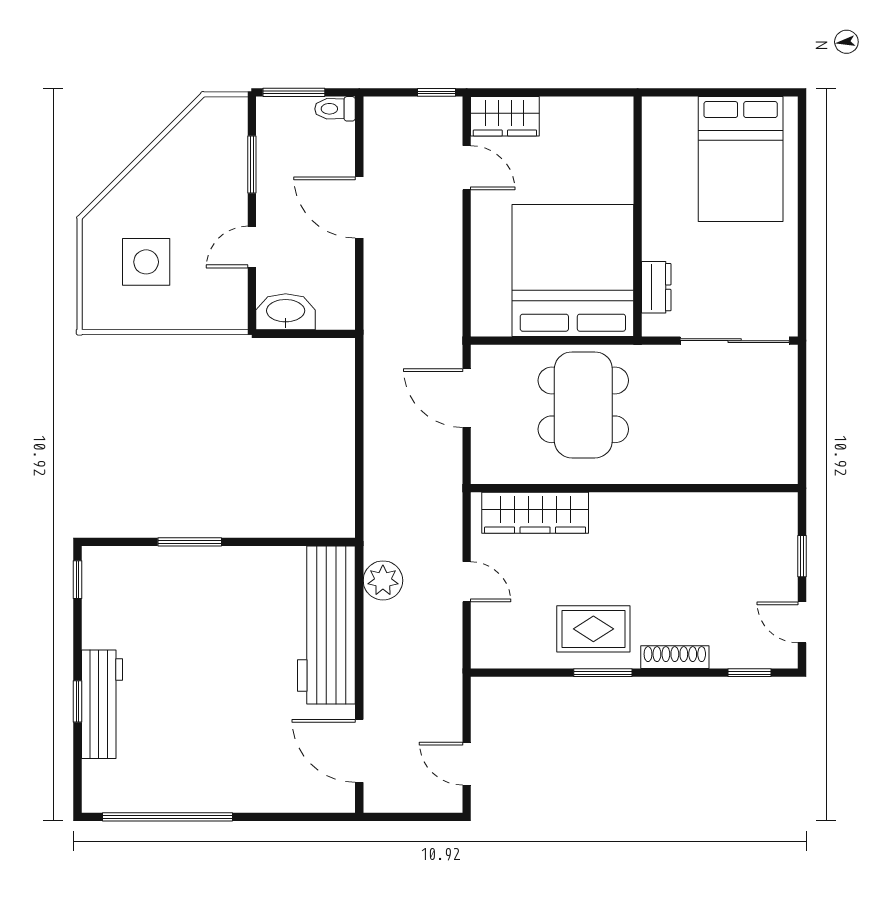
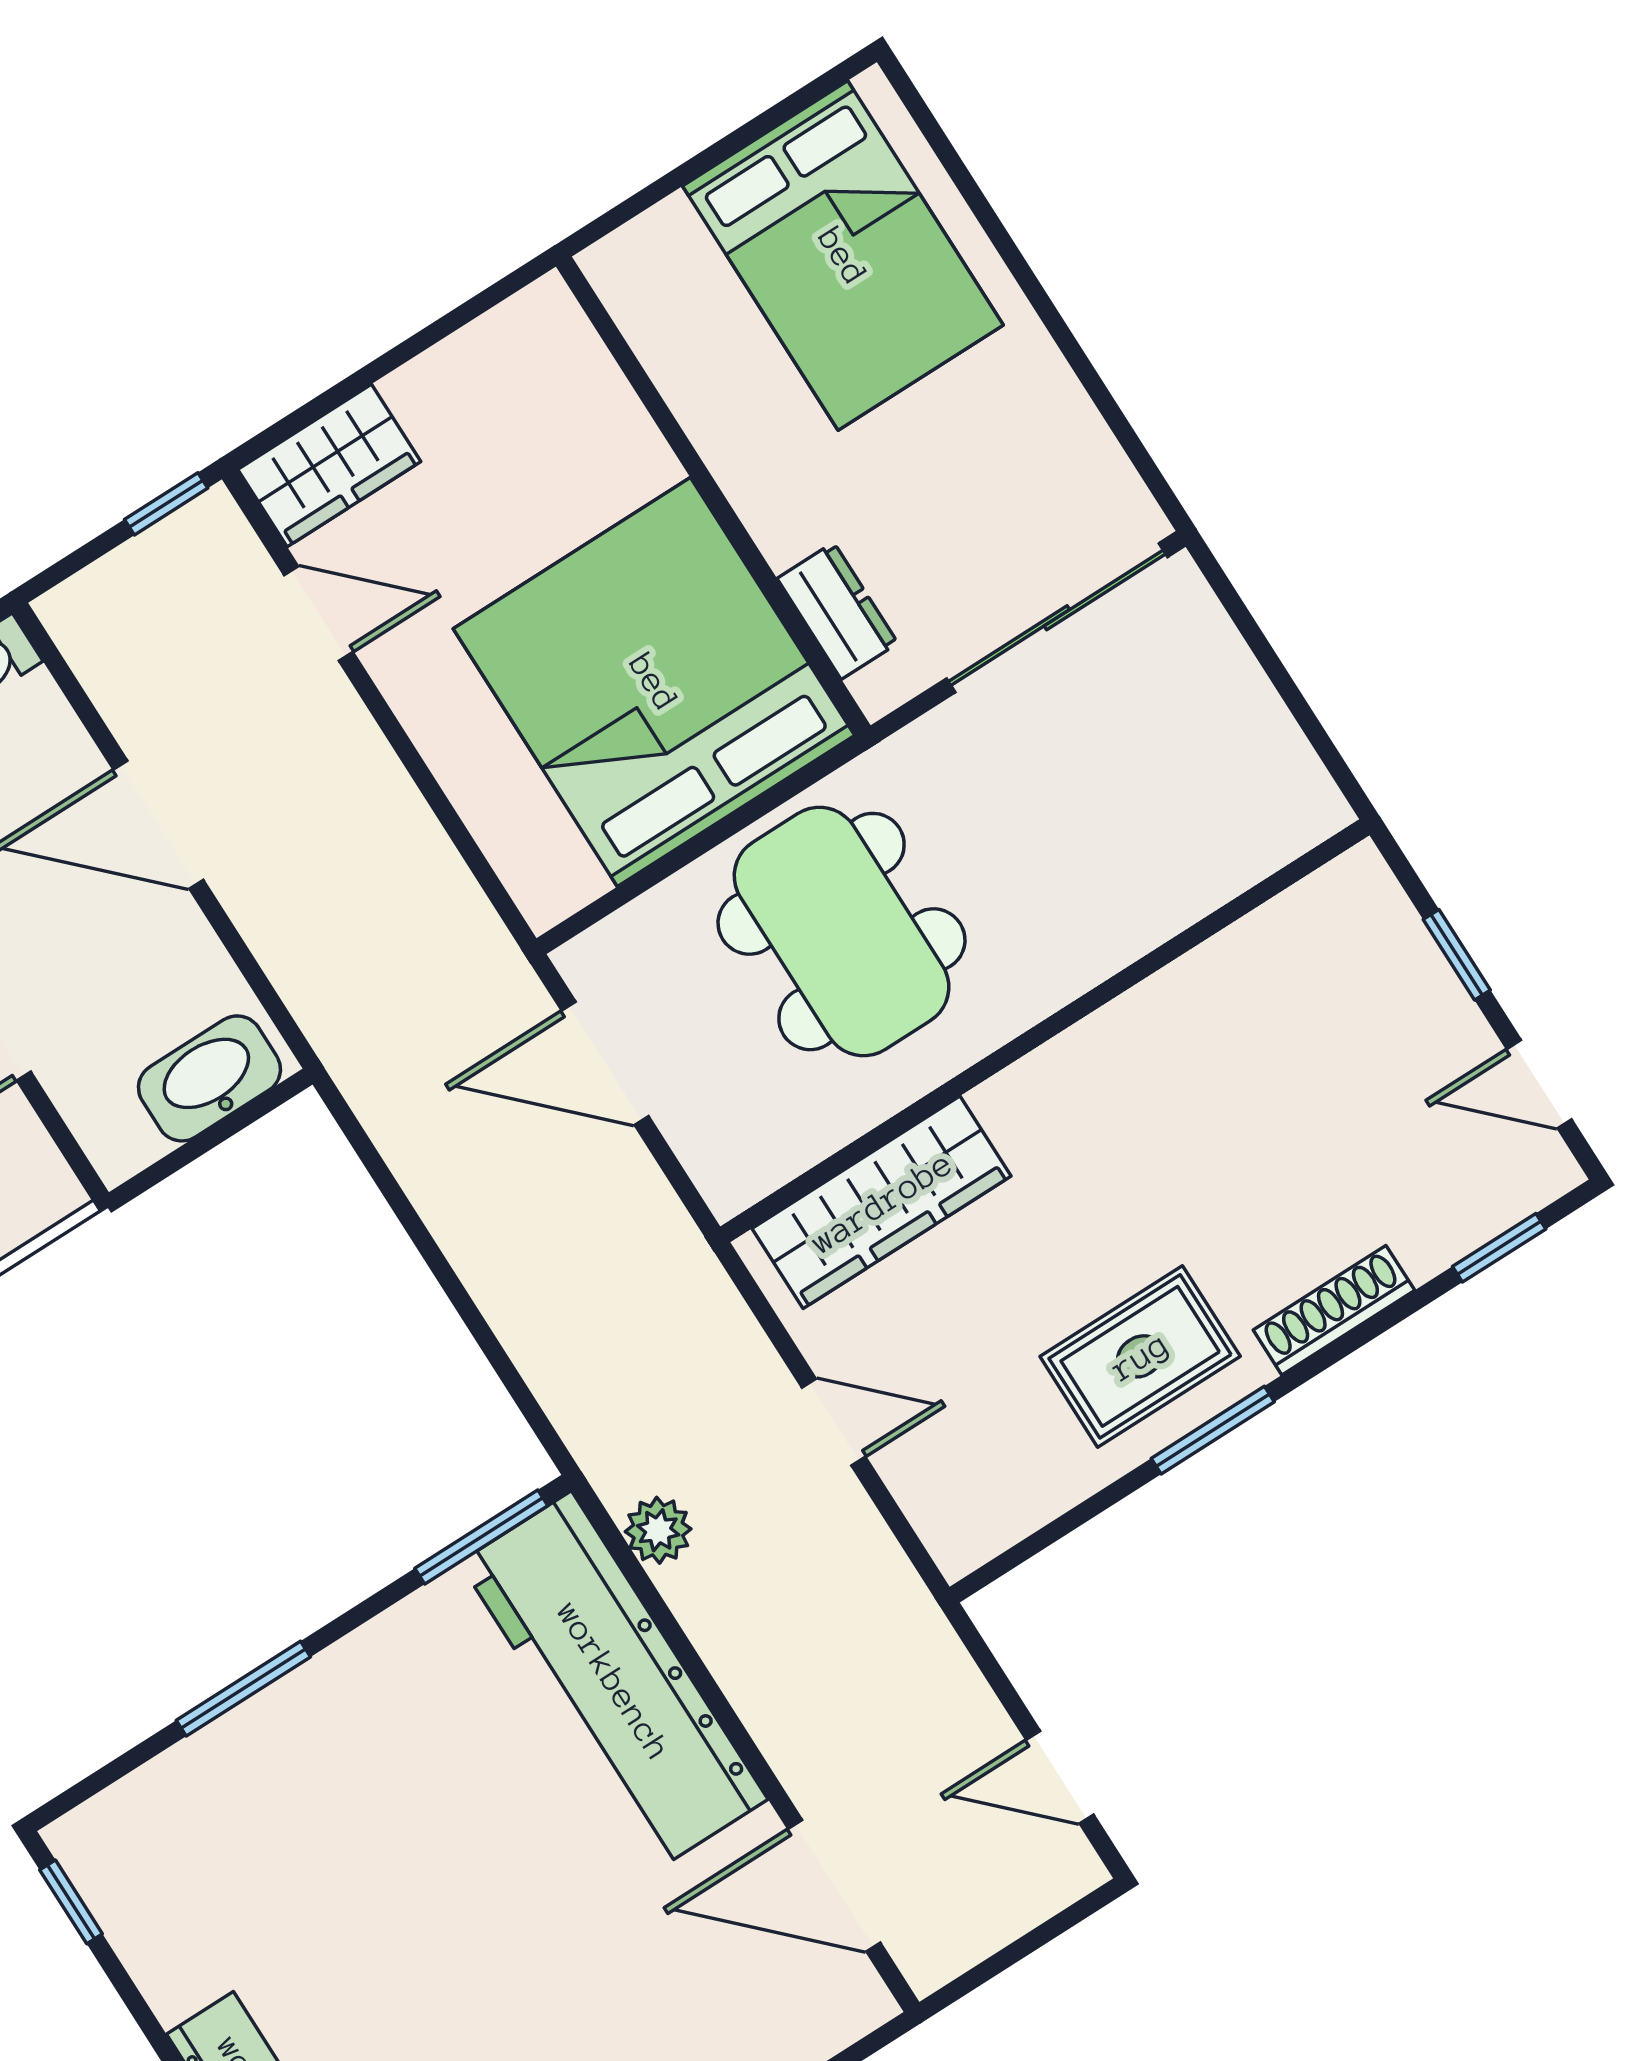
washbasin: (286, 312) -> (209, 1078), moved
window: (312, 542) -> (481, 1537), added
plant: (383, 580) -> (658, 1530), width x0.73, depth x0.73

